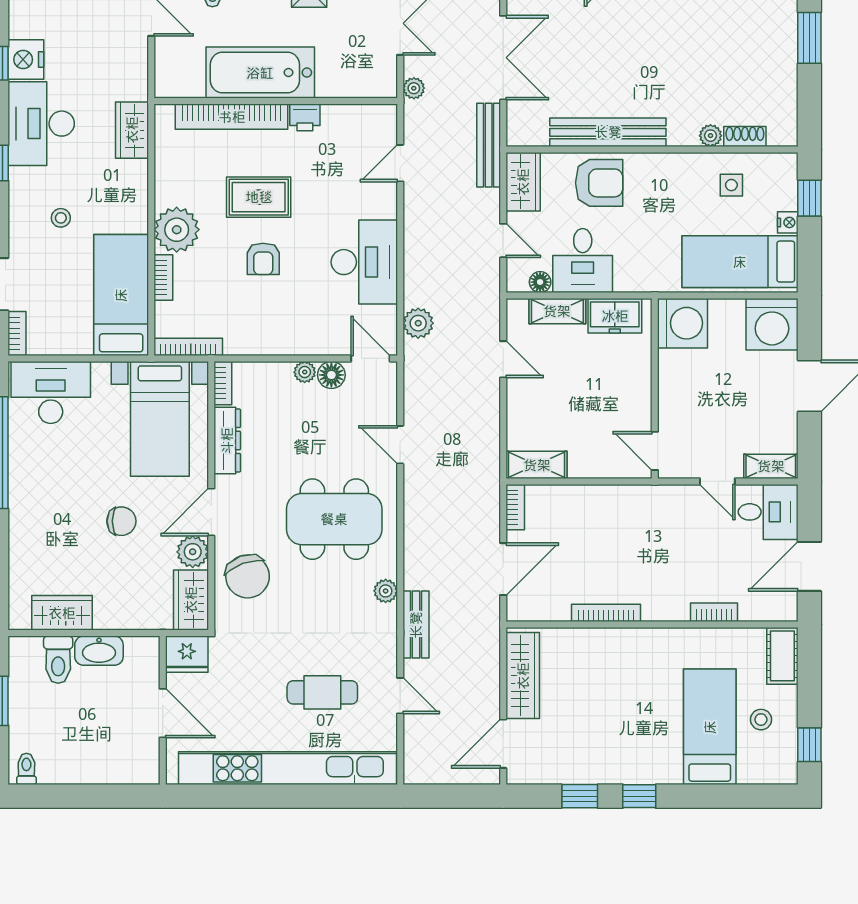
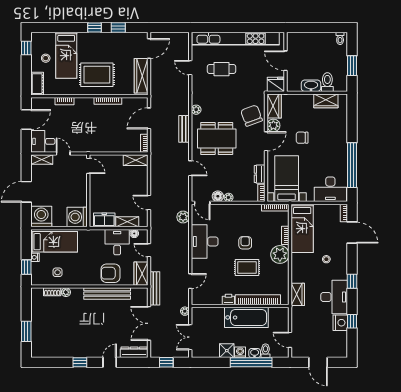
dresser: (227, 441) -> (260, 174), width x0.70
bench: (416, 625) -> (184, 129), moved
rug: (633, 678) -> (97, 75), added

